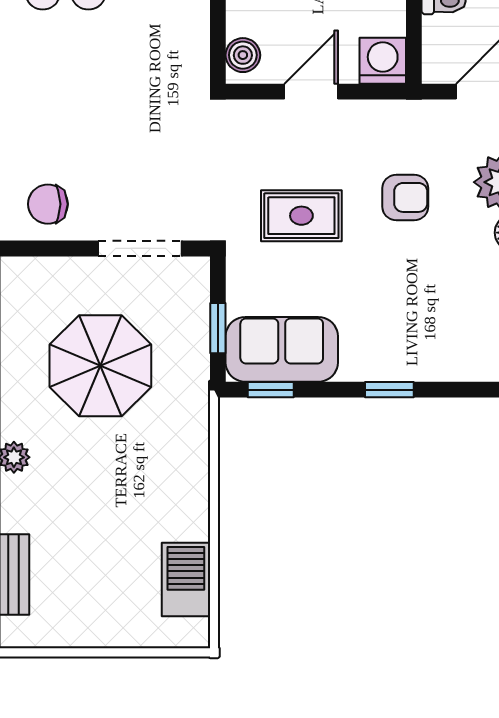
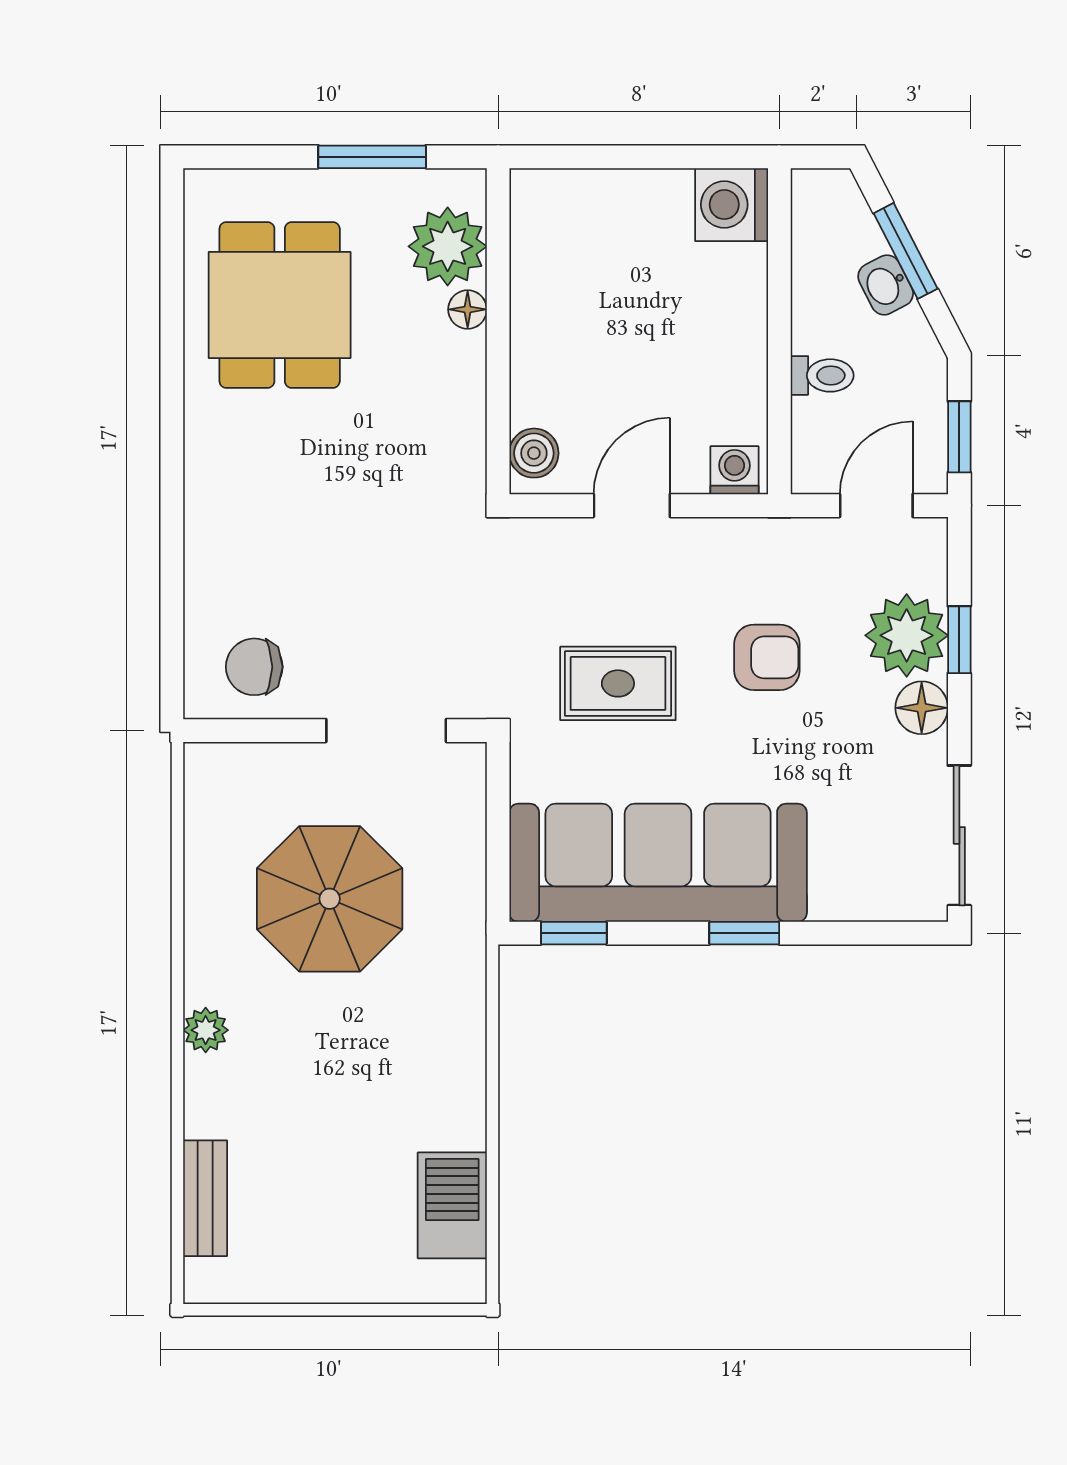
washing machine: (383, 61) -> (734, 470), width x0.73, depth x0.73
window: (218, 328) -> (498, 845), removed
sofa: (282, 349) -> (658, 863), width x1.85, depth x1.27

